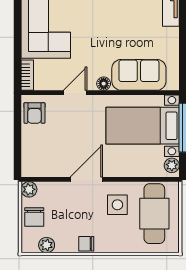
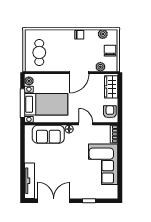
door: (75, 93) -> (86, 124), swing flipped
wardrobe: (32, 155) -> (111, 87), added
plant: (29, 189) -> (100, 67), moved
side table: (117, 205) -> (61, 58), removed
cafe table: (154, 214) -> (39, 52), width x0.73, depth x0.74

